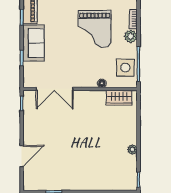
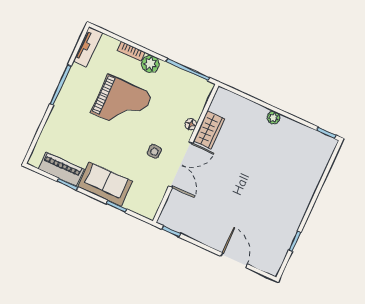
side table: (125, 68) -> (154, 152), moved, width x0.54, depth x0.54
double door: (55, 89) -> (181, 164), moved
wardrobe: (119, 98) -> (209, 130), moved
plant: (132, 149) -> (274, 118), moved

